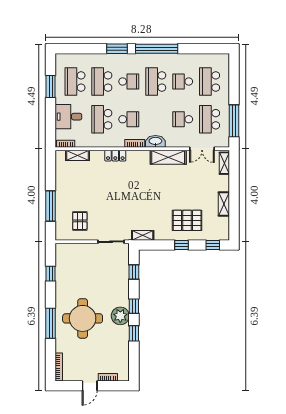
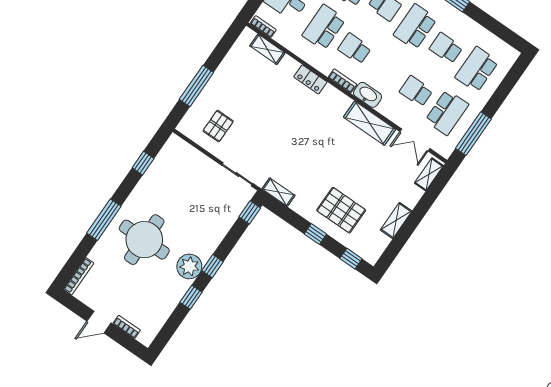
school desk: (129, 119) -> (355, 49), turned 180
school desk: (210, 119) -> (447, 112), turned 180
window: (134, 272) -> (250, 212), moved

